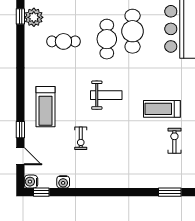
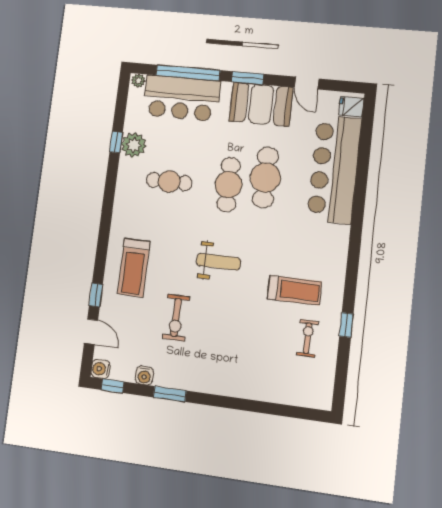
treadmill: (162, 109) -> (295, 290), turned 180
exercise bike: (81, 138) -> (176, 318), width x1.38, depth x1.39
window: (170, 192) -> (170, 394), moved

